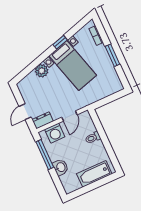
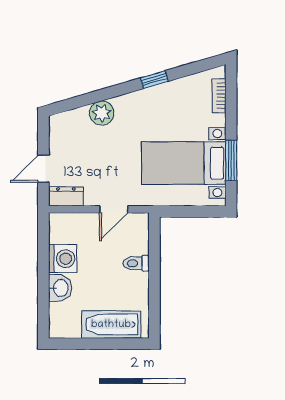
window: (112, 55) -> (231, 160), moved
bed with nightstands: (73, 65) -> (184, 163), moved, turned 106
washing machine: (55, 133) -> (63, 259), moved, turned -90
window: (45, 155) -> (43, 255), removed

